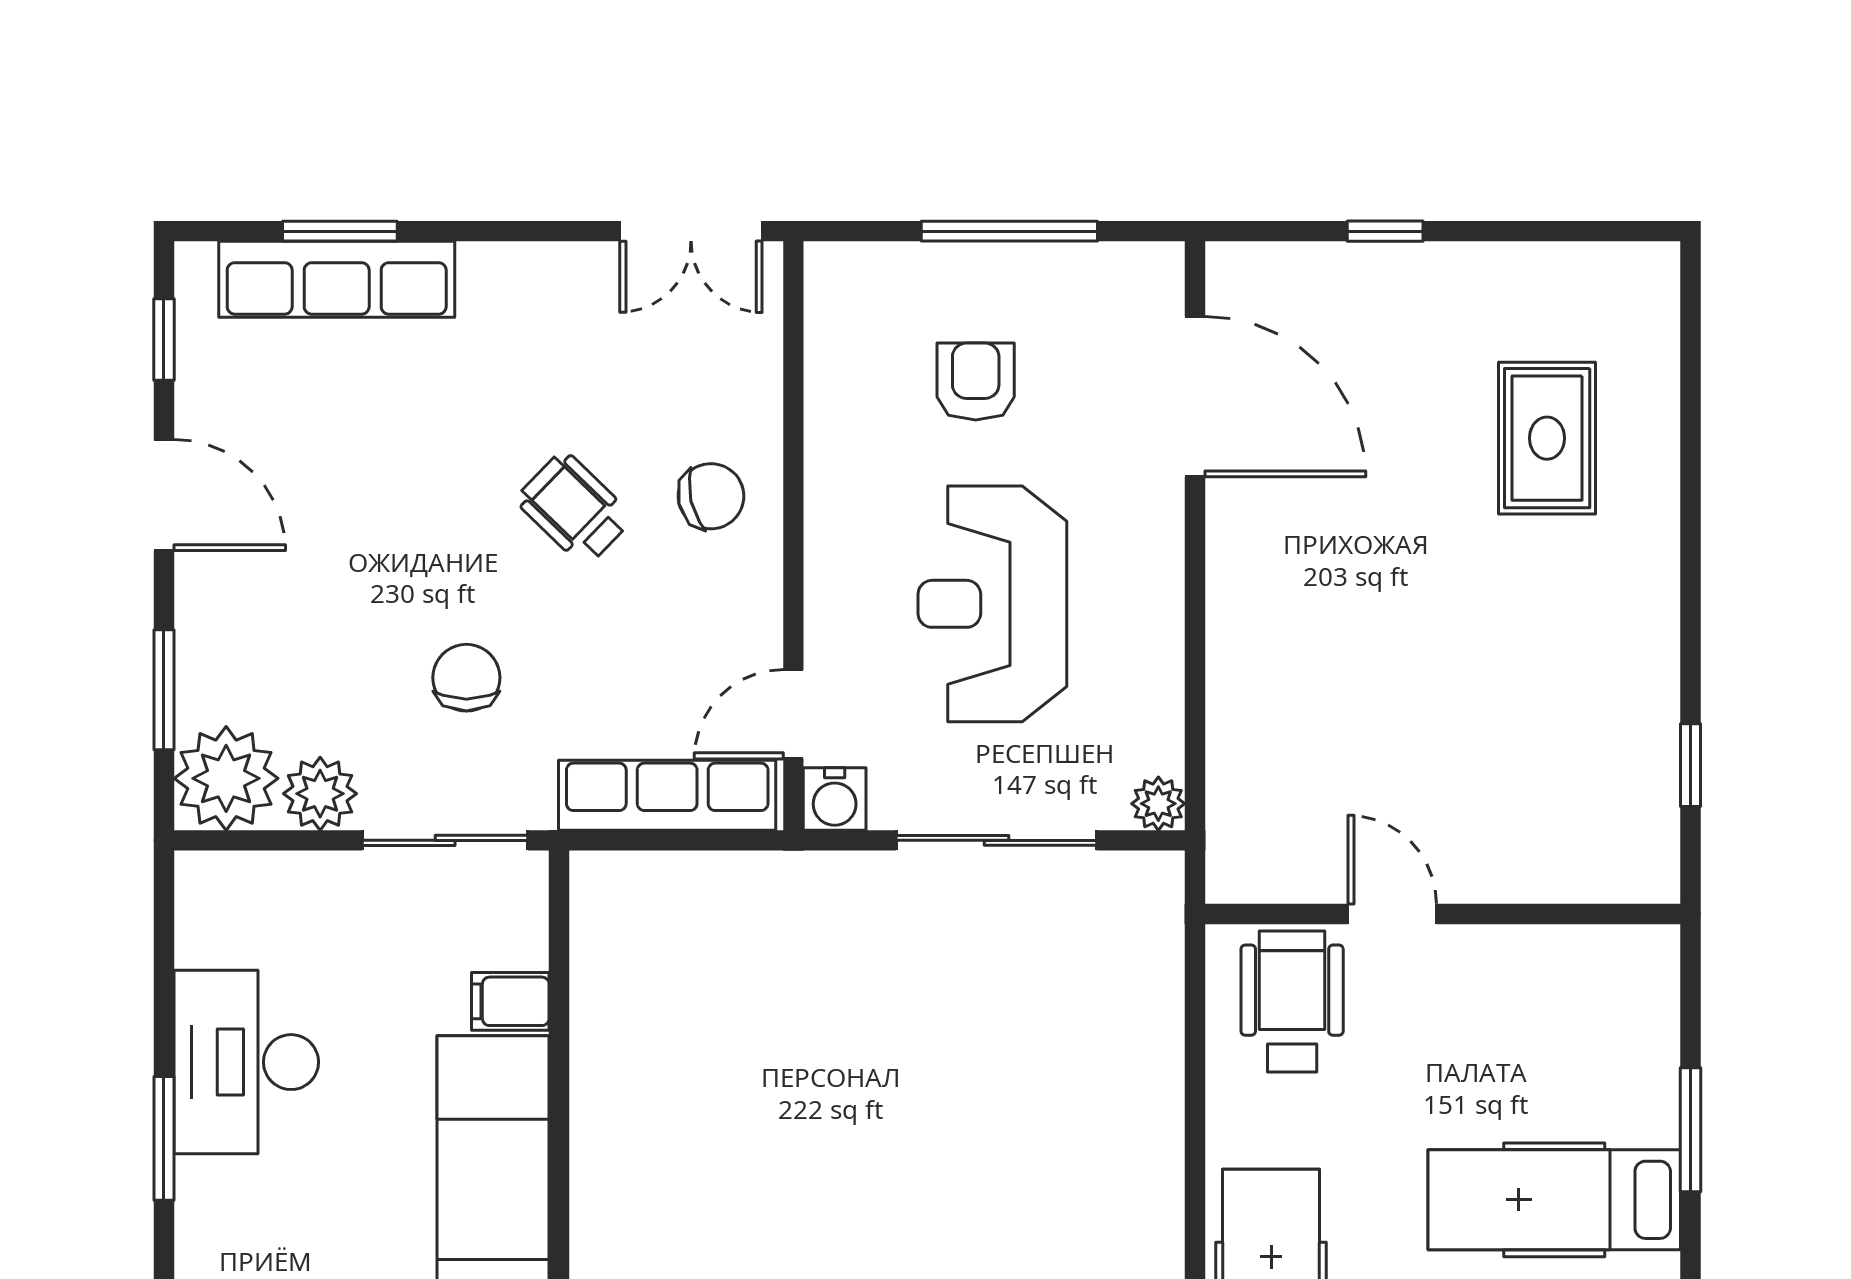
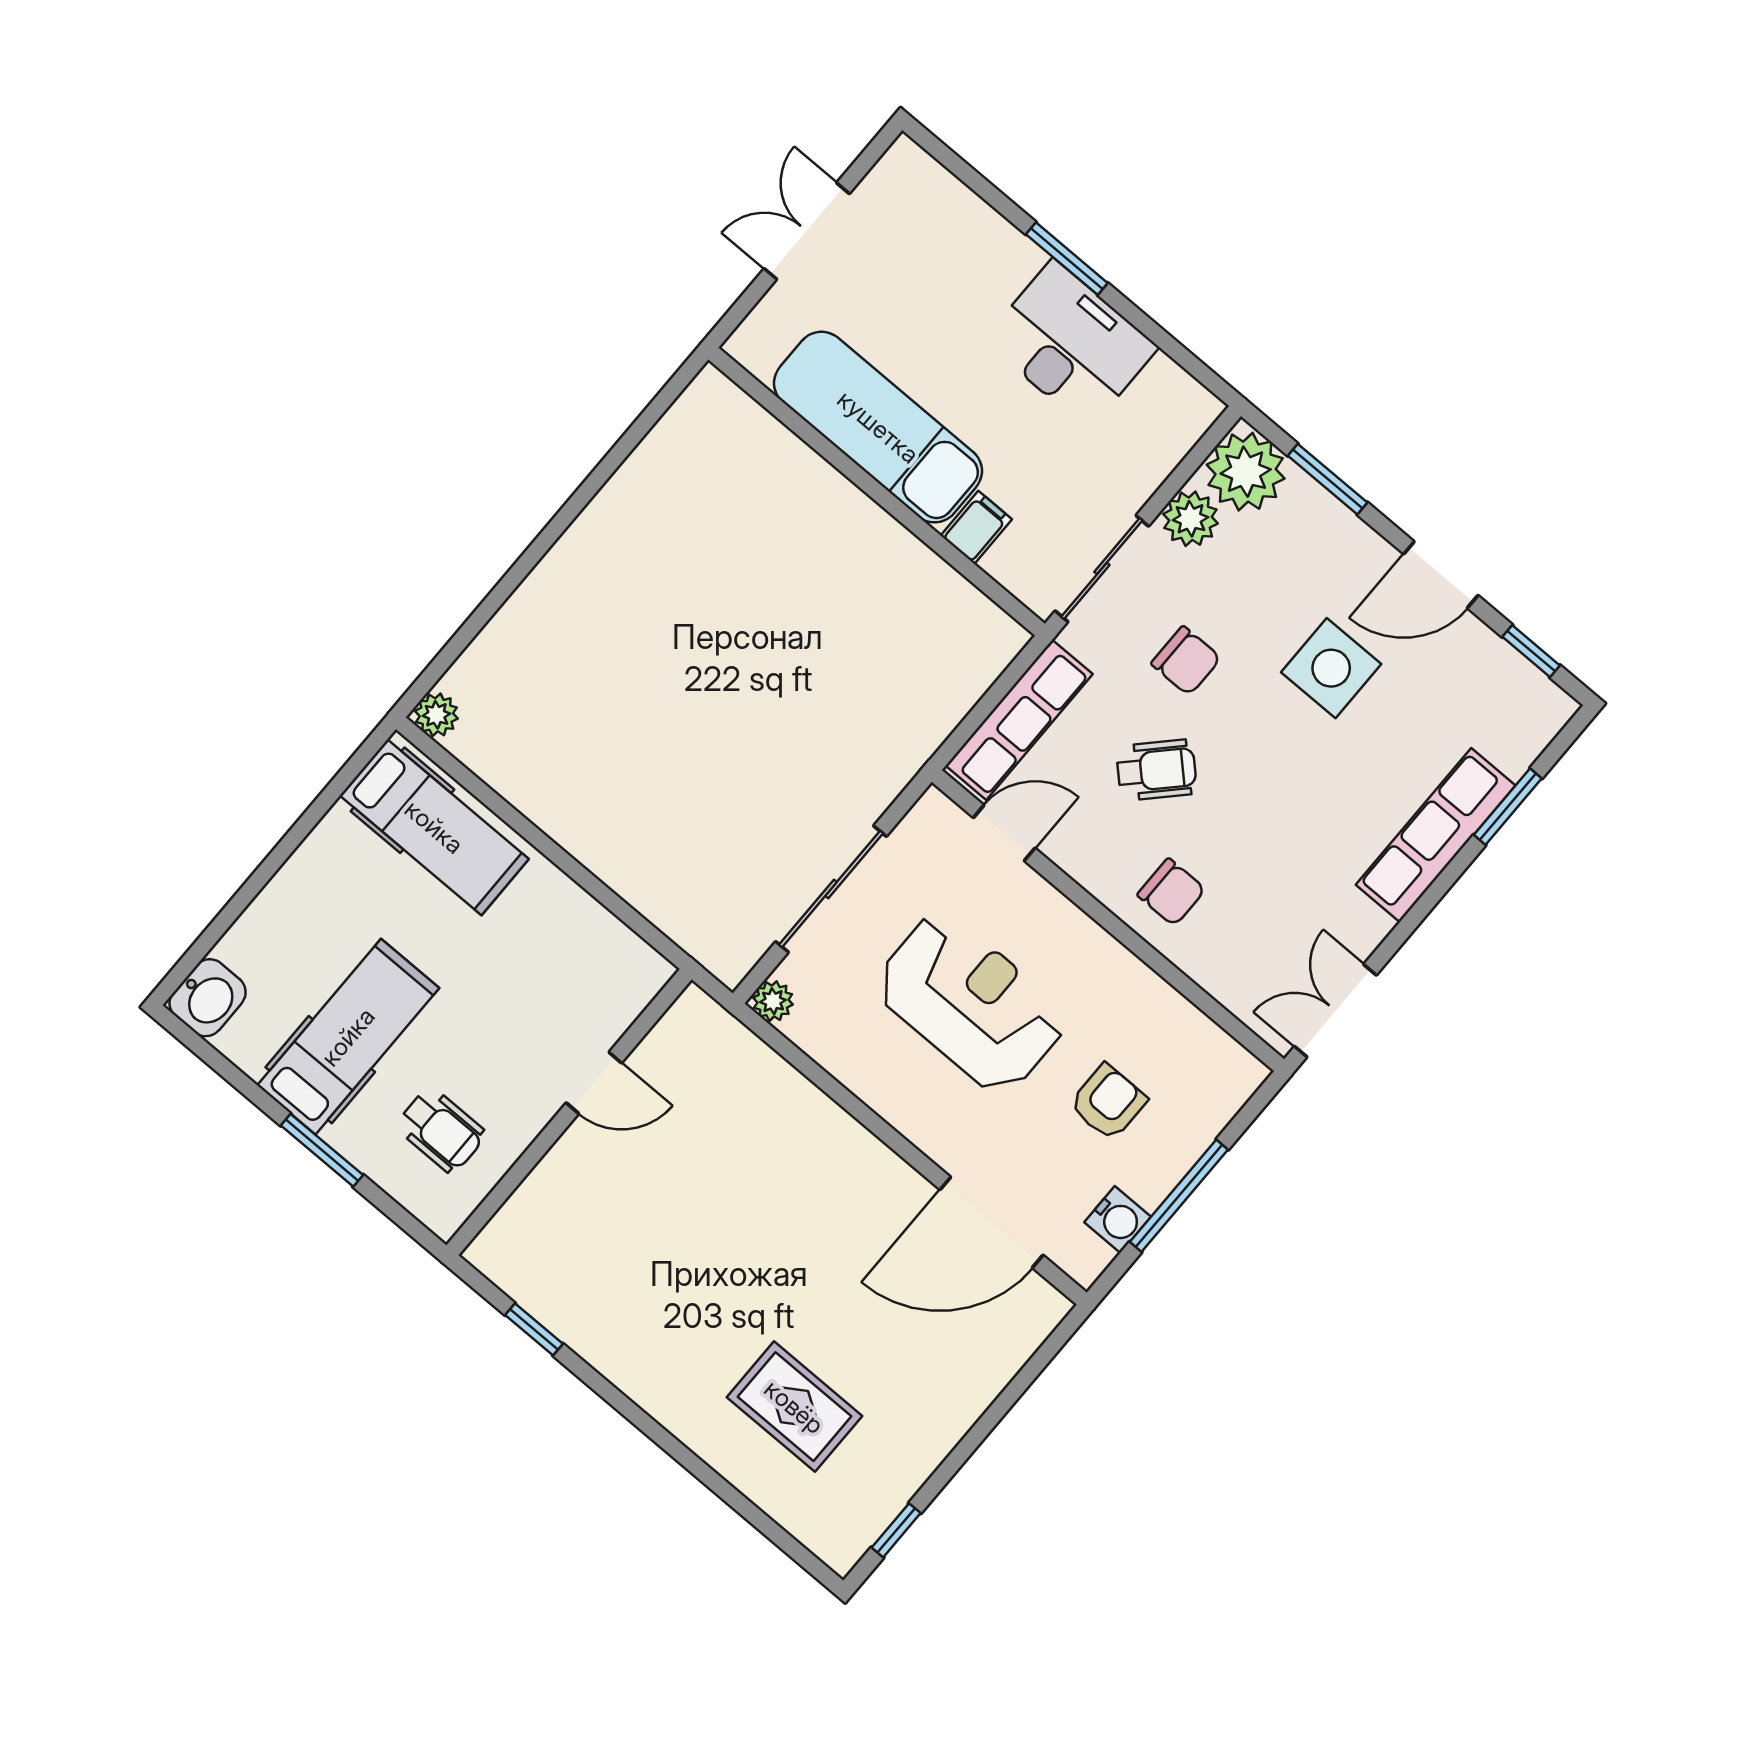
window: (1385, 231) -> (896, 1530), moved
row of seats: (337, 279) -> (1436, 835), moved
armchair: (976, 382) -> (1108, 1102), turned -90
chair: (711, 496) -> (1171, 892), turned -77
wheelchair: (574, 509) -> (1156, 770), moved
side table: (351, 526) -> (1331, 668), added
door: (793, 714) -> (1004, 833), hinge flipped
water cooler: (835, 799) -> (1118, 1219), moved, turned 180
wheelchair: (1292, 1001) -> (441, 1130), moved, width x0.73, depth x0.73

